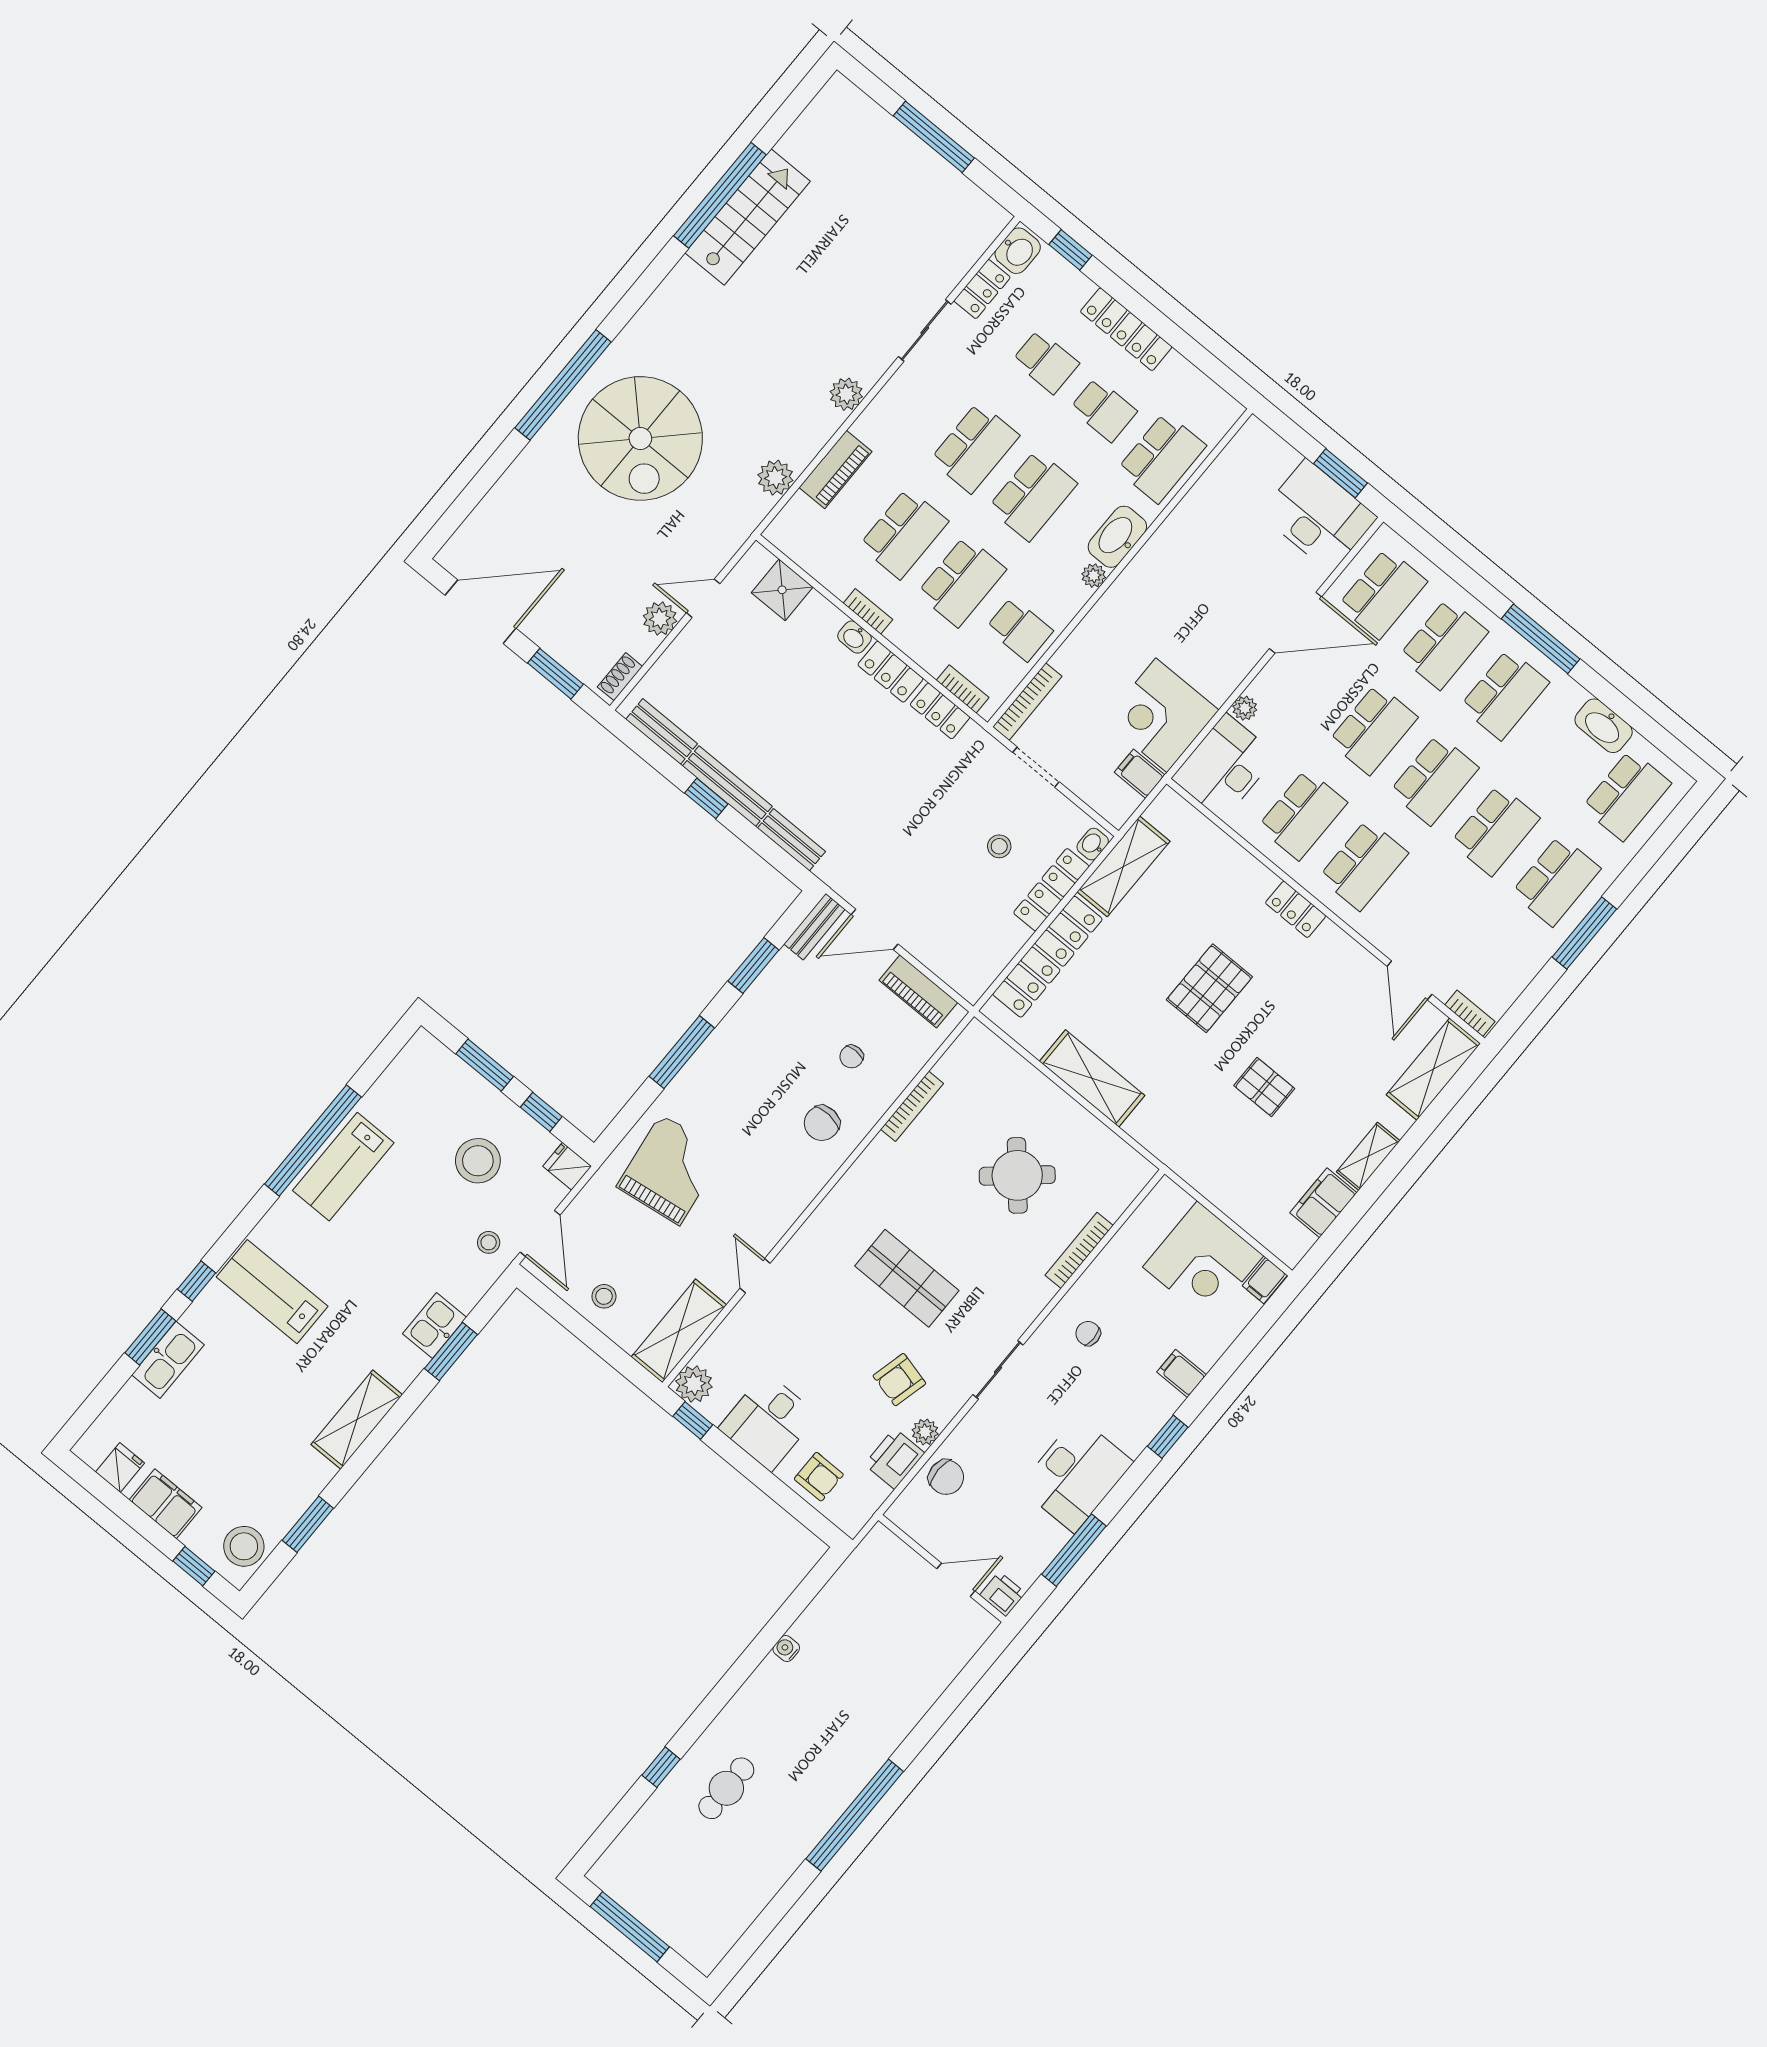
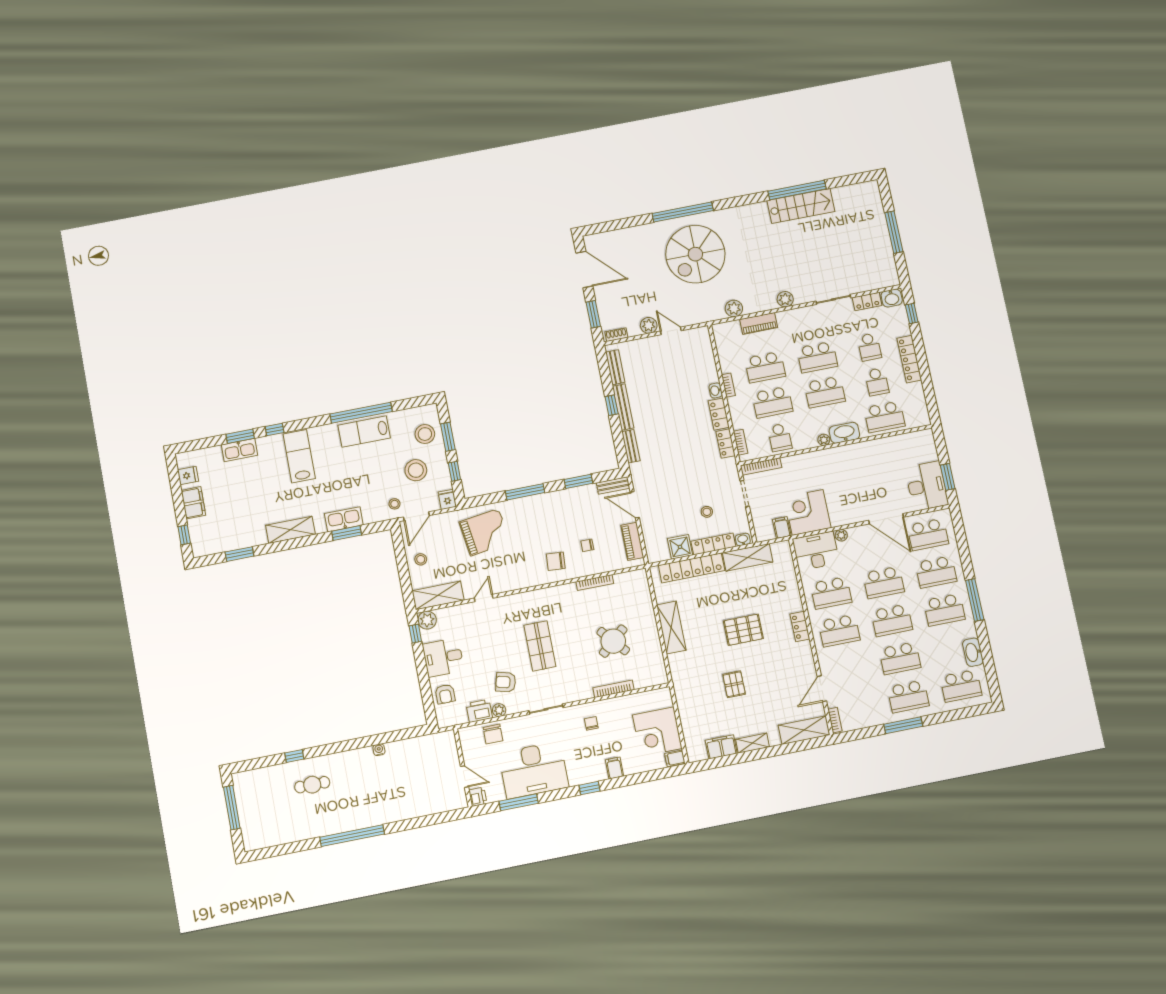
shower: (782, 590) -> (680, 547), moved
kitchen sink: (434, 1325) -> (344, 519), width x1.38
desk: (1076, 1475) -> (534, 770), width x1.36, depth x1.30
stool: (244, 1546) -> (425, 434), moved

